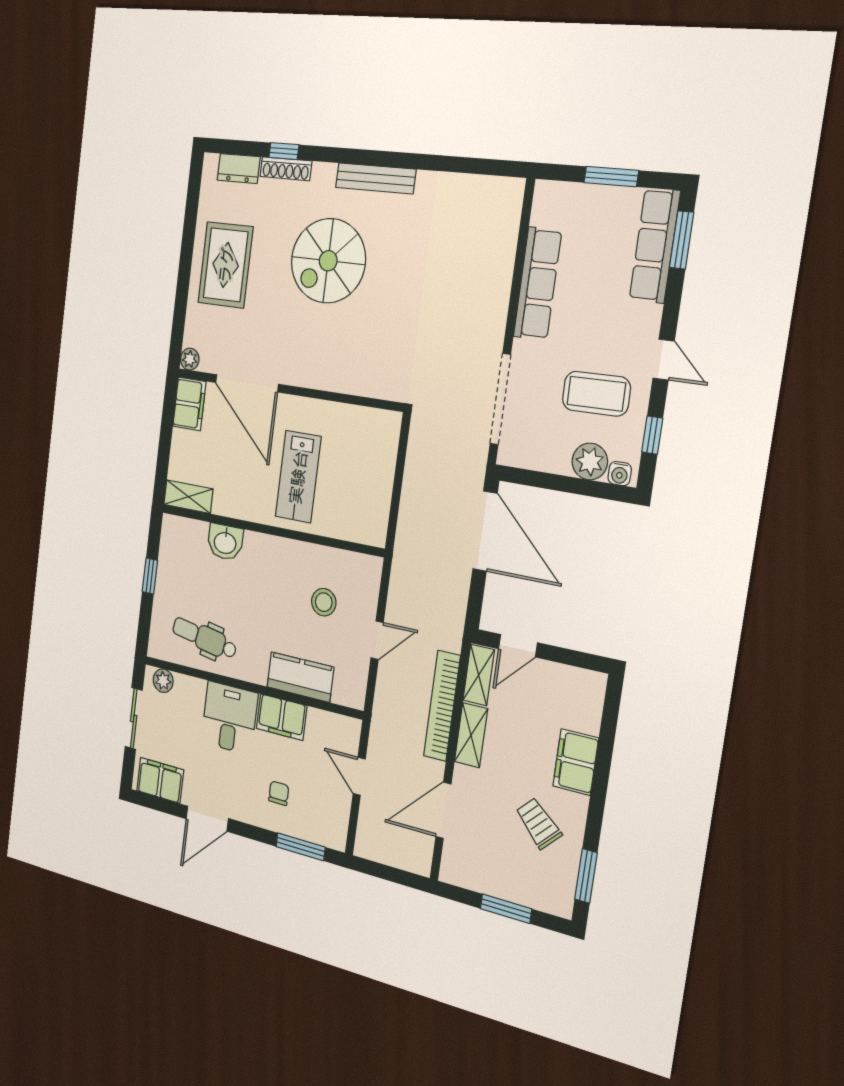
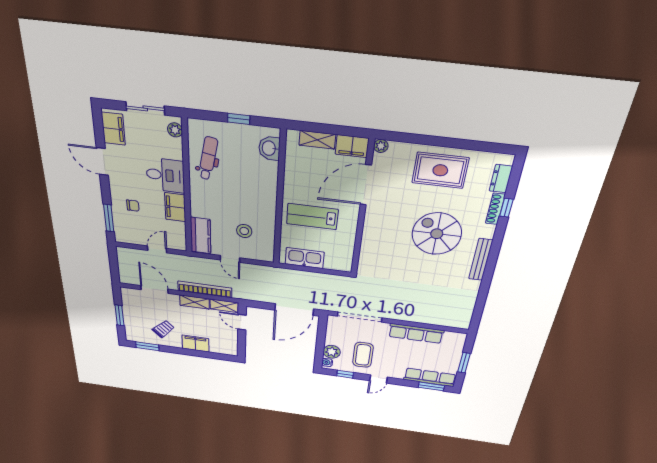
shelving: (188, 497) -> (317, 140), moved, turned 90
kitchen sink: (375, 498) -> (305, 258), added
washbasin: (225, 542) -> (269, 148), moved
kitchen counter: (300, 677) -> (201, 236), moved

